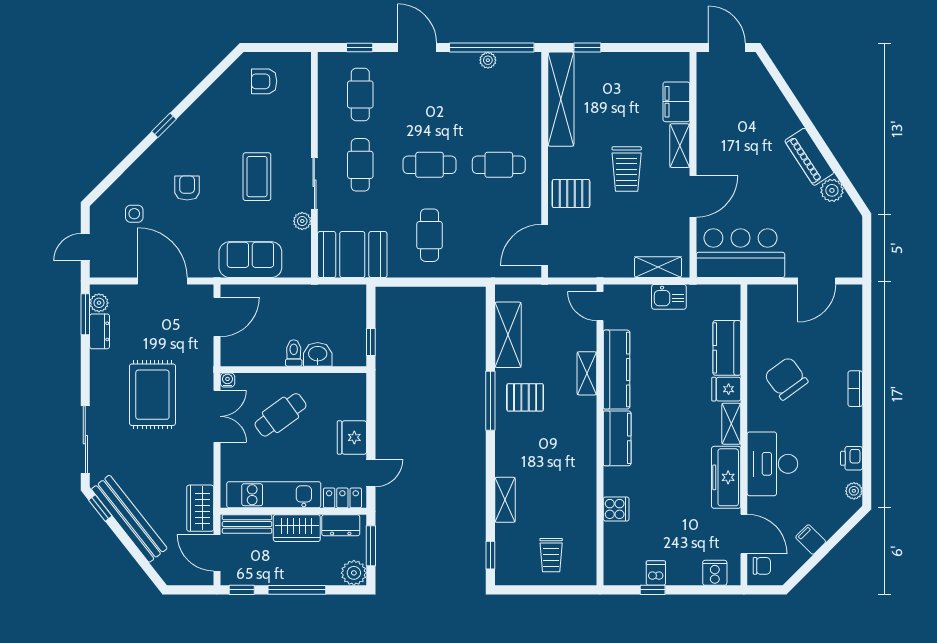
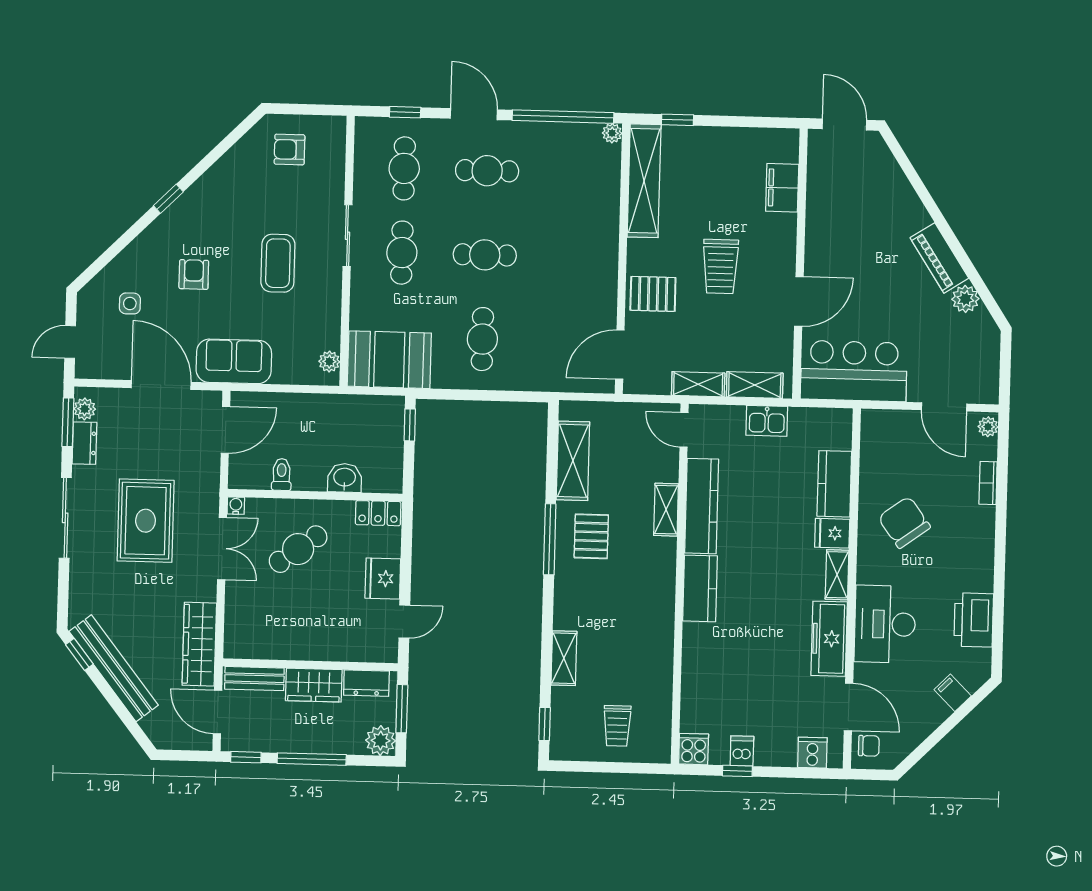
plant: (488, 60) -> (612, 133), moved
shelving: (680, 146) -> (698, 384), moved, turned 90
cafe table: (499, 165) -> (487, 171), moved
sliding door: (314, 183) -> (347, 236), moved
plant: (302, 221) -> (329, 362), moved
sofa: (250, 260) -> (234, 361), moved
door: (817, 281) -> (944, 407), hinge flipped
window: (371, 342) -> (410, 425), moved
toilet: (294, 353) -> (282, 475), moved
bookcase: (855, 389) -> (988, 483), moved
pallet: (525, 397) -> (591, 536), turned 90
sliding door: (85, 440) -> (65, 518), moved
printer: (852, 458) -> (974, 620), width x1.87, depth x1.48
plant: (854, 491) -> (988, 427), moved
kitchen unit: (274, 495) -> (287, 644), removed
locker: (342, 498) -> (378, 513), moved, turned 180
wardrobe: (200, 508) -> (199, 644), width x1.50
cooker: (616, 509) -> (694, 749), moved, turned -90
filing cabinet: (811, 539) -> (953, 693), moved

